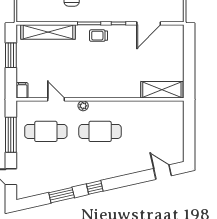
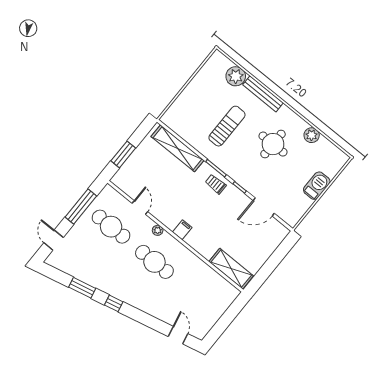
window: (11, 55) -> (123, 154), moved
filing cabinet: (22, 90) -> (182, 230), moved

